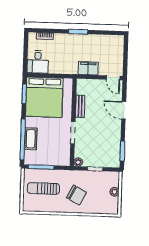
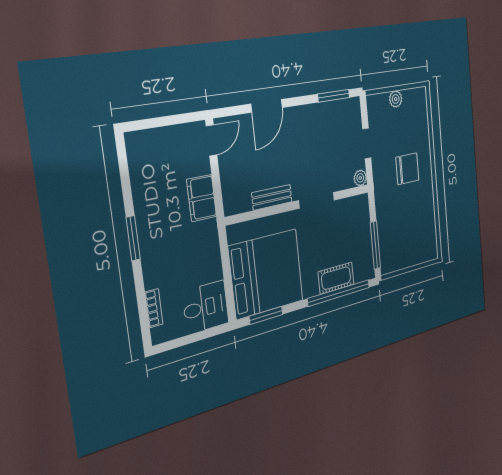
sun lounger: (43, 188) -> (405, 231), removed
chair: (76, 195) -> (407, 169), turned 62

